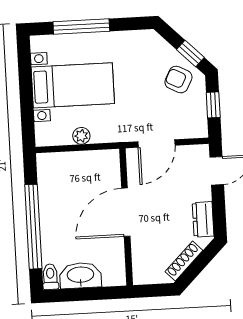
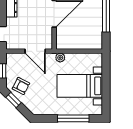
plant: (81, 136) -> (60, 58), moved
door: (156, 144) -> (35, 51), swing flipped

